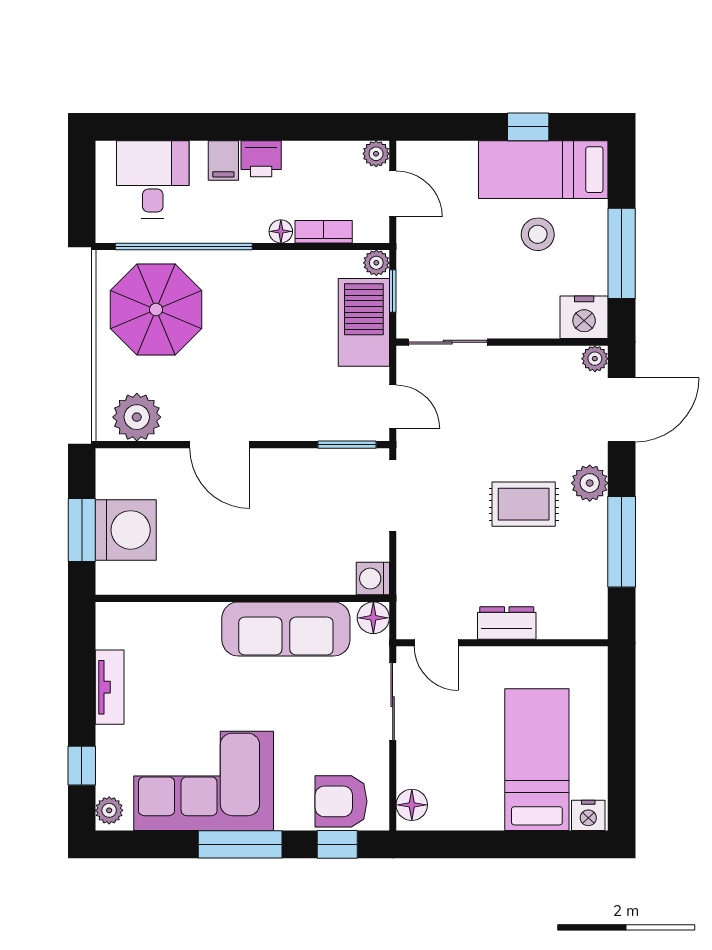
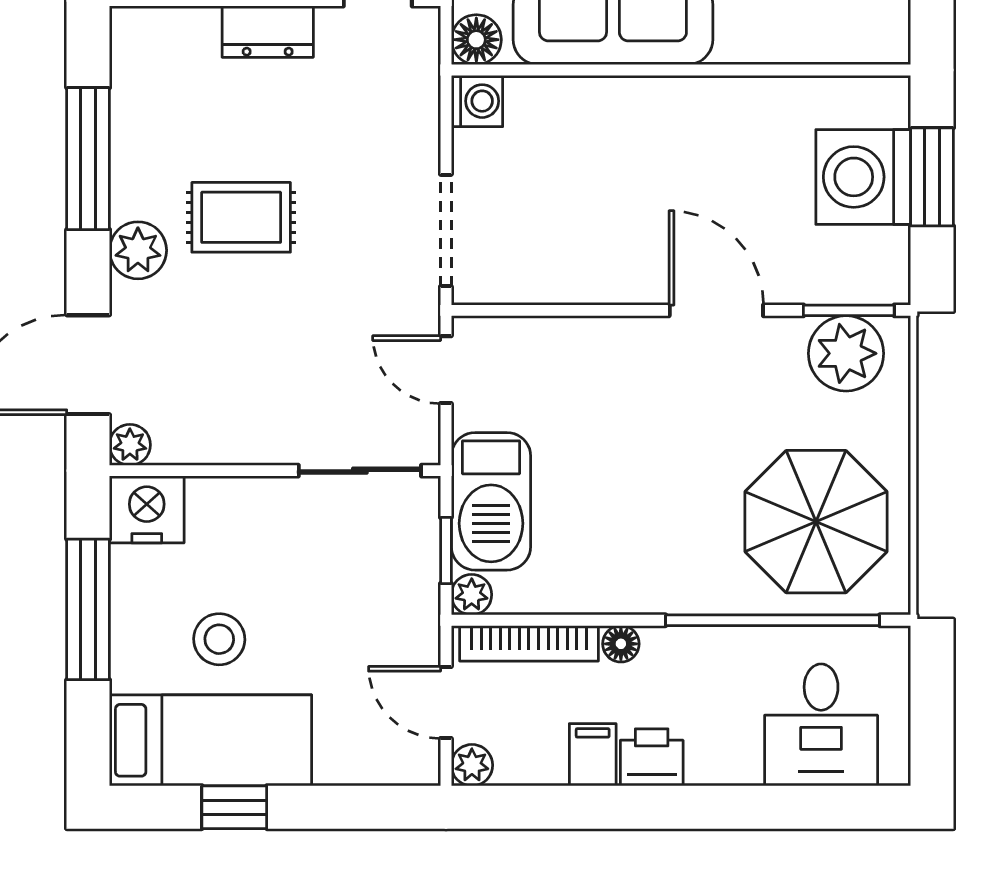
filing cabinet: (223, 160) -> (593, 755), moved
bookcase: (324, 232) -> (529, 643), width x1.56
window: (347, 445) -> (849, 310), moved

